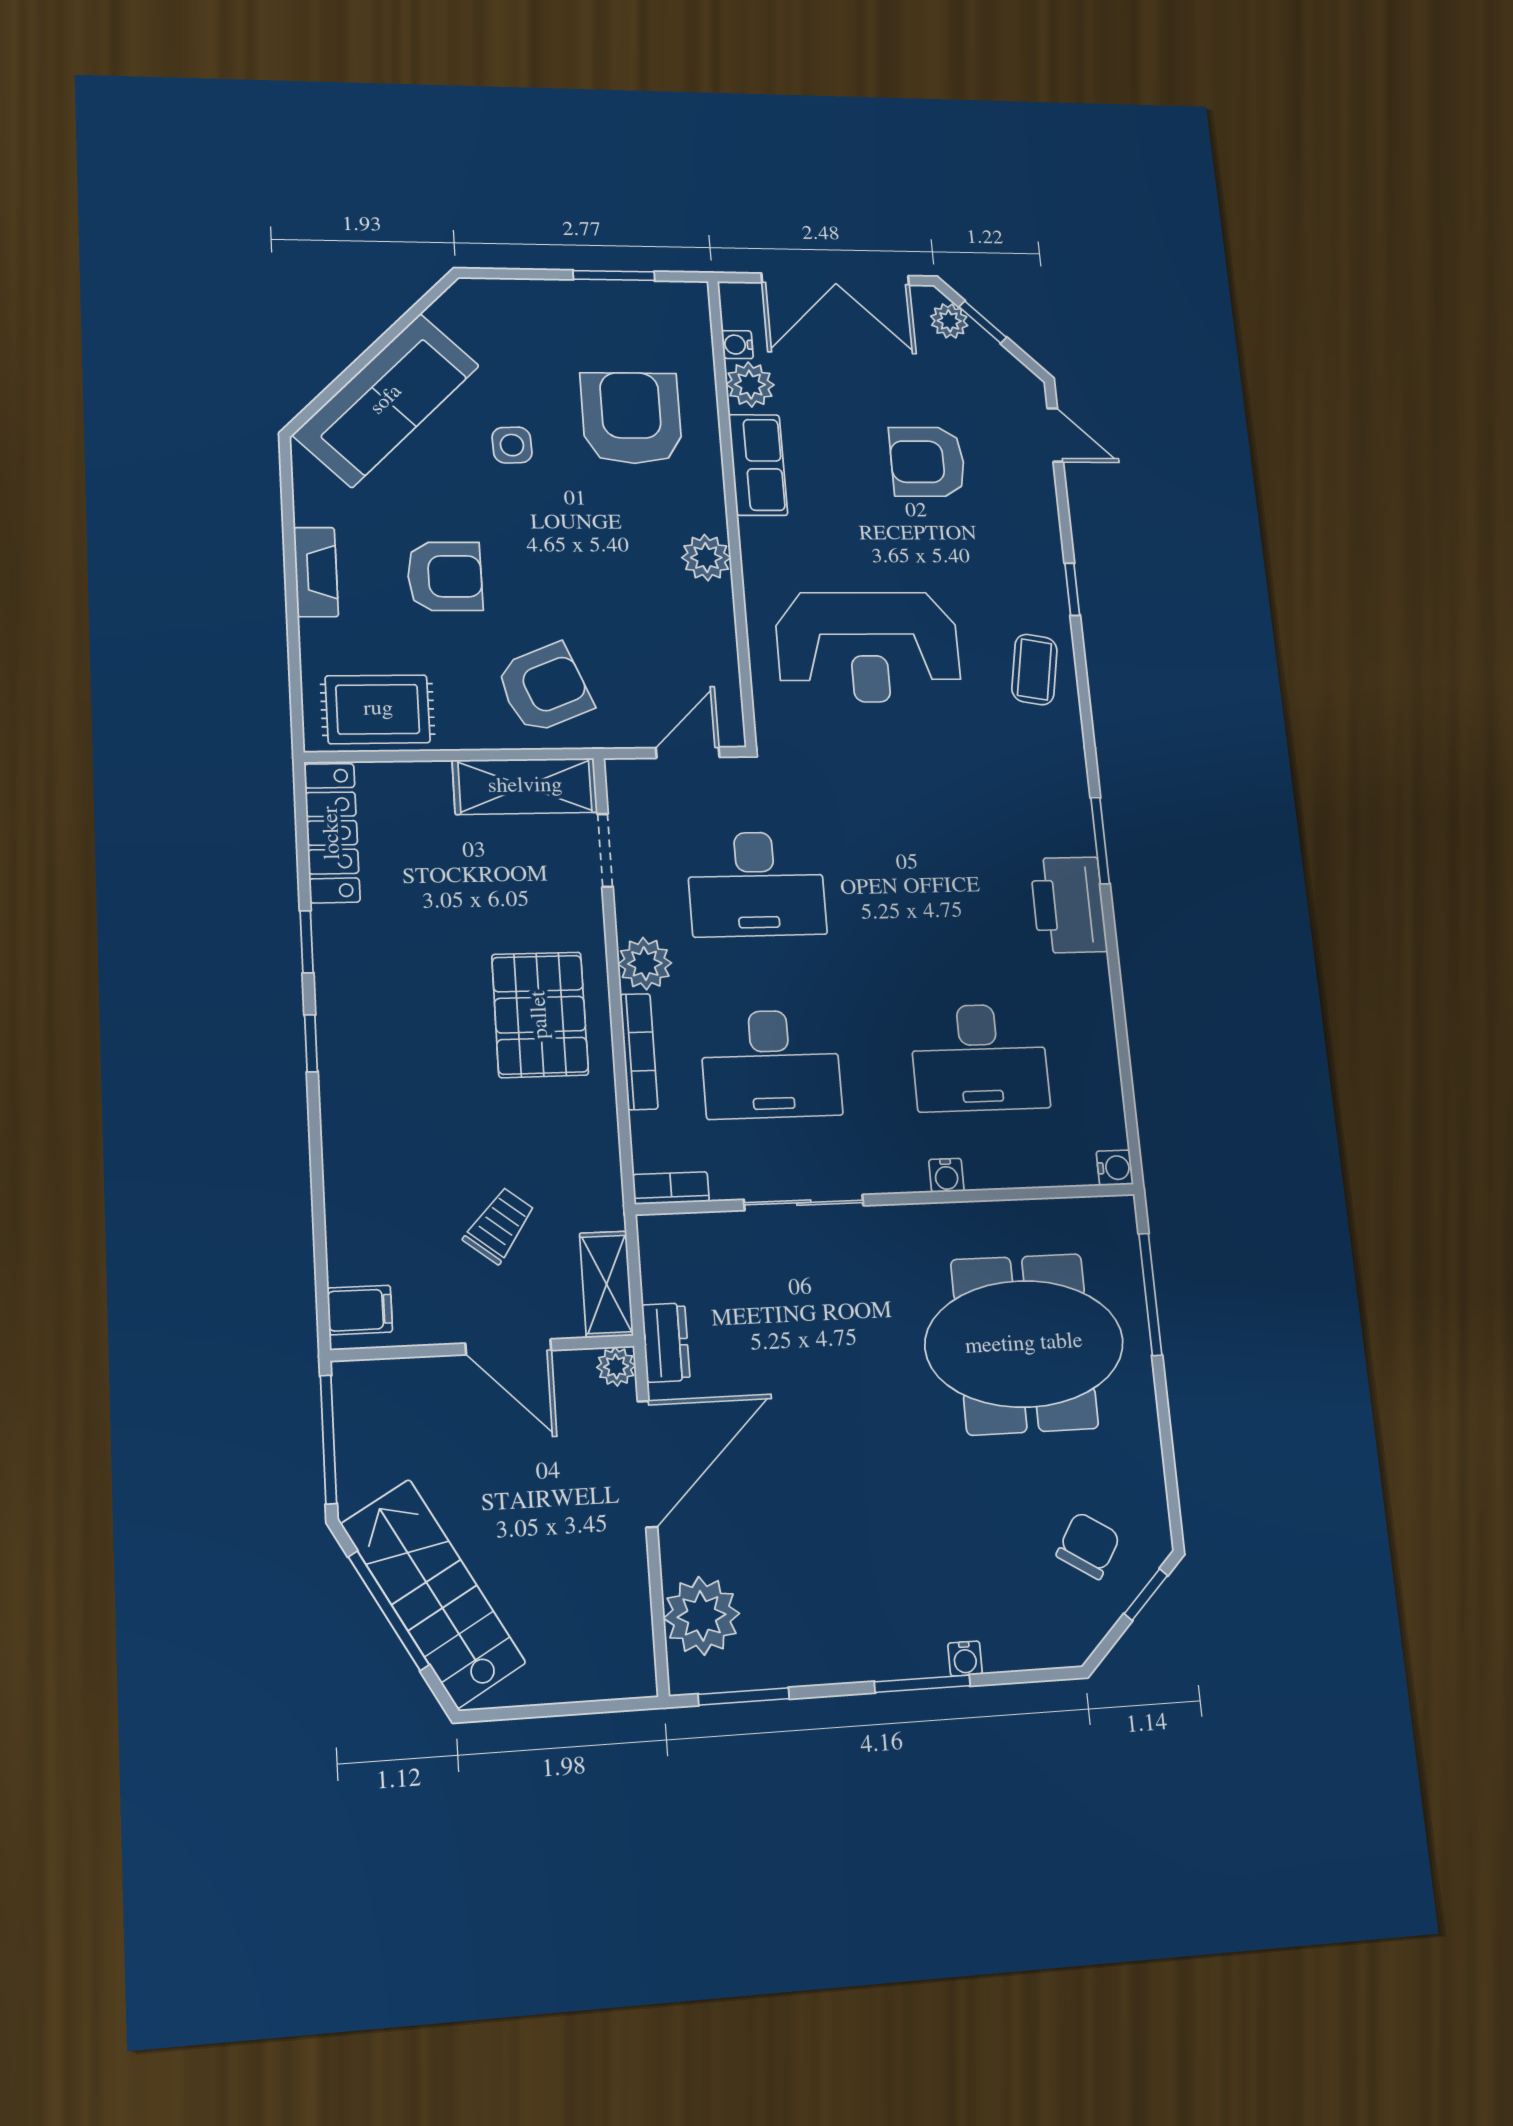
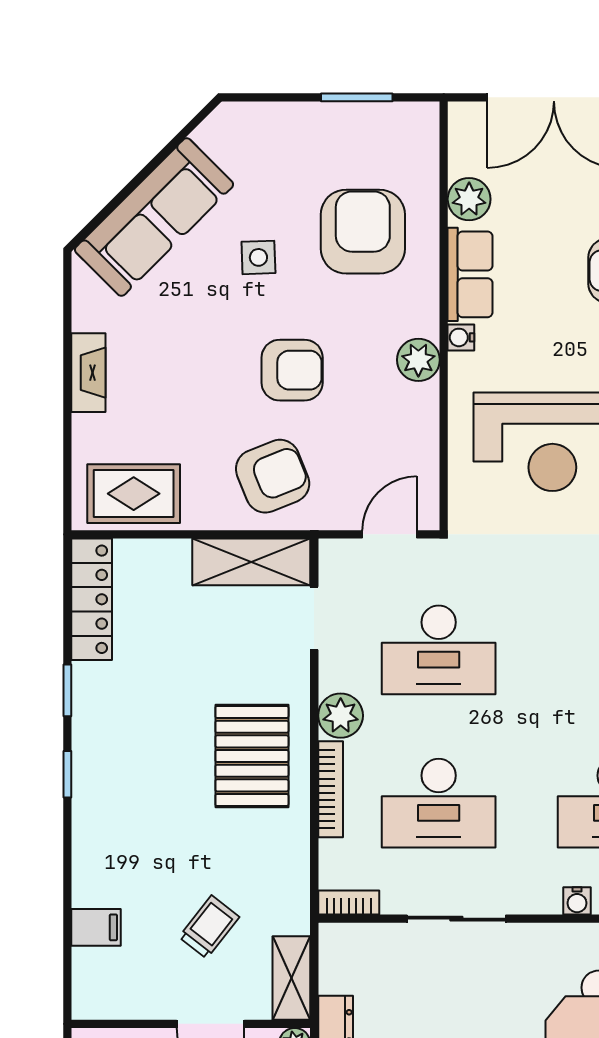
water cooler: (737, 345) -> (461, 337), moved
armchair: (445, 576) -> (292, 370), moved
filing cabinet: (360, 1310) -> (96, 927), moved

